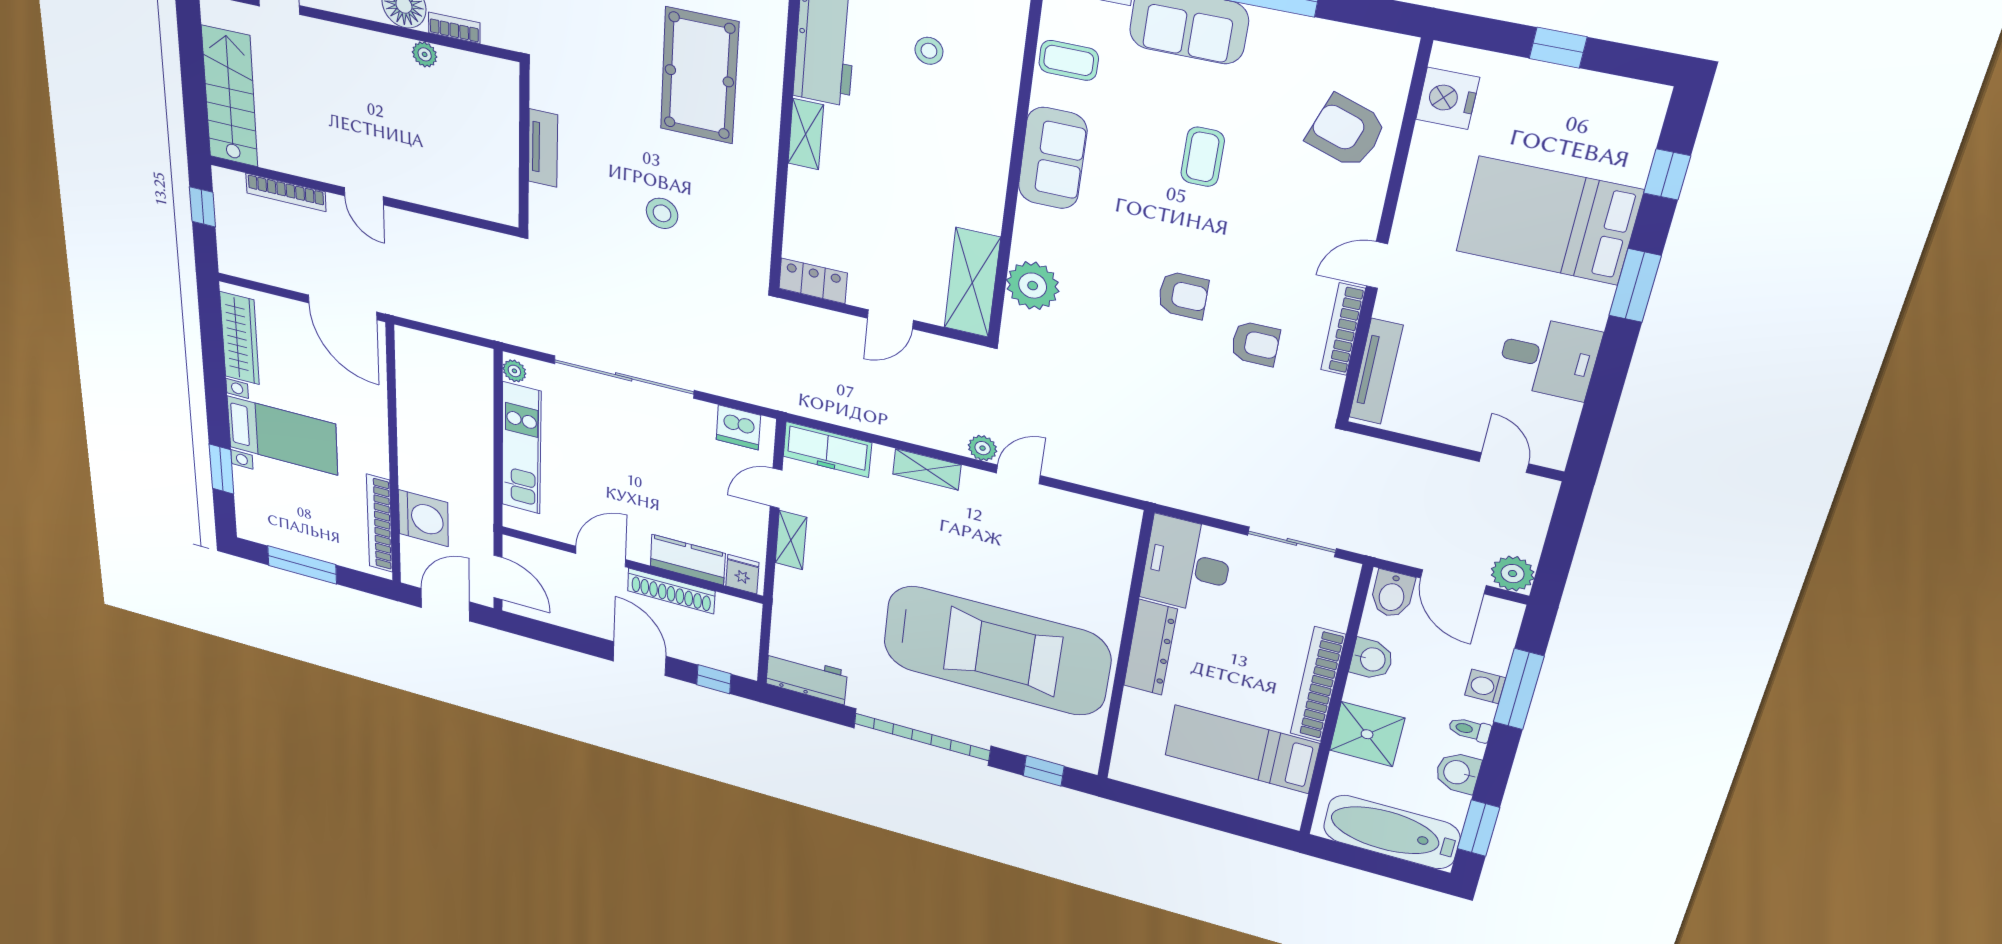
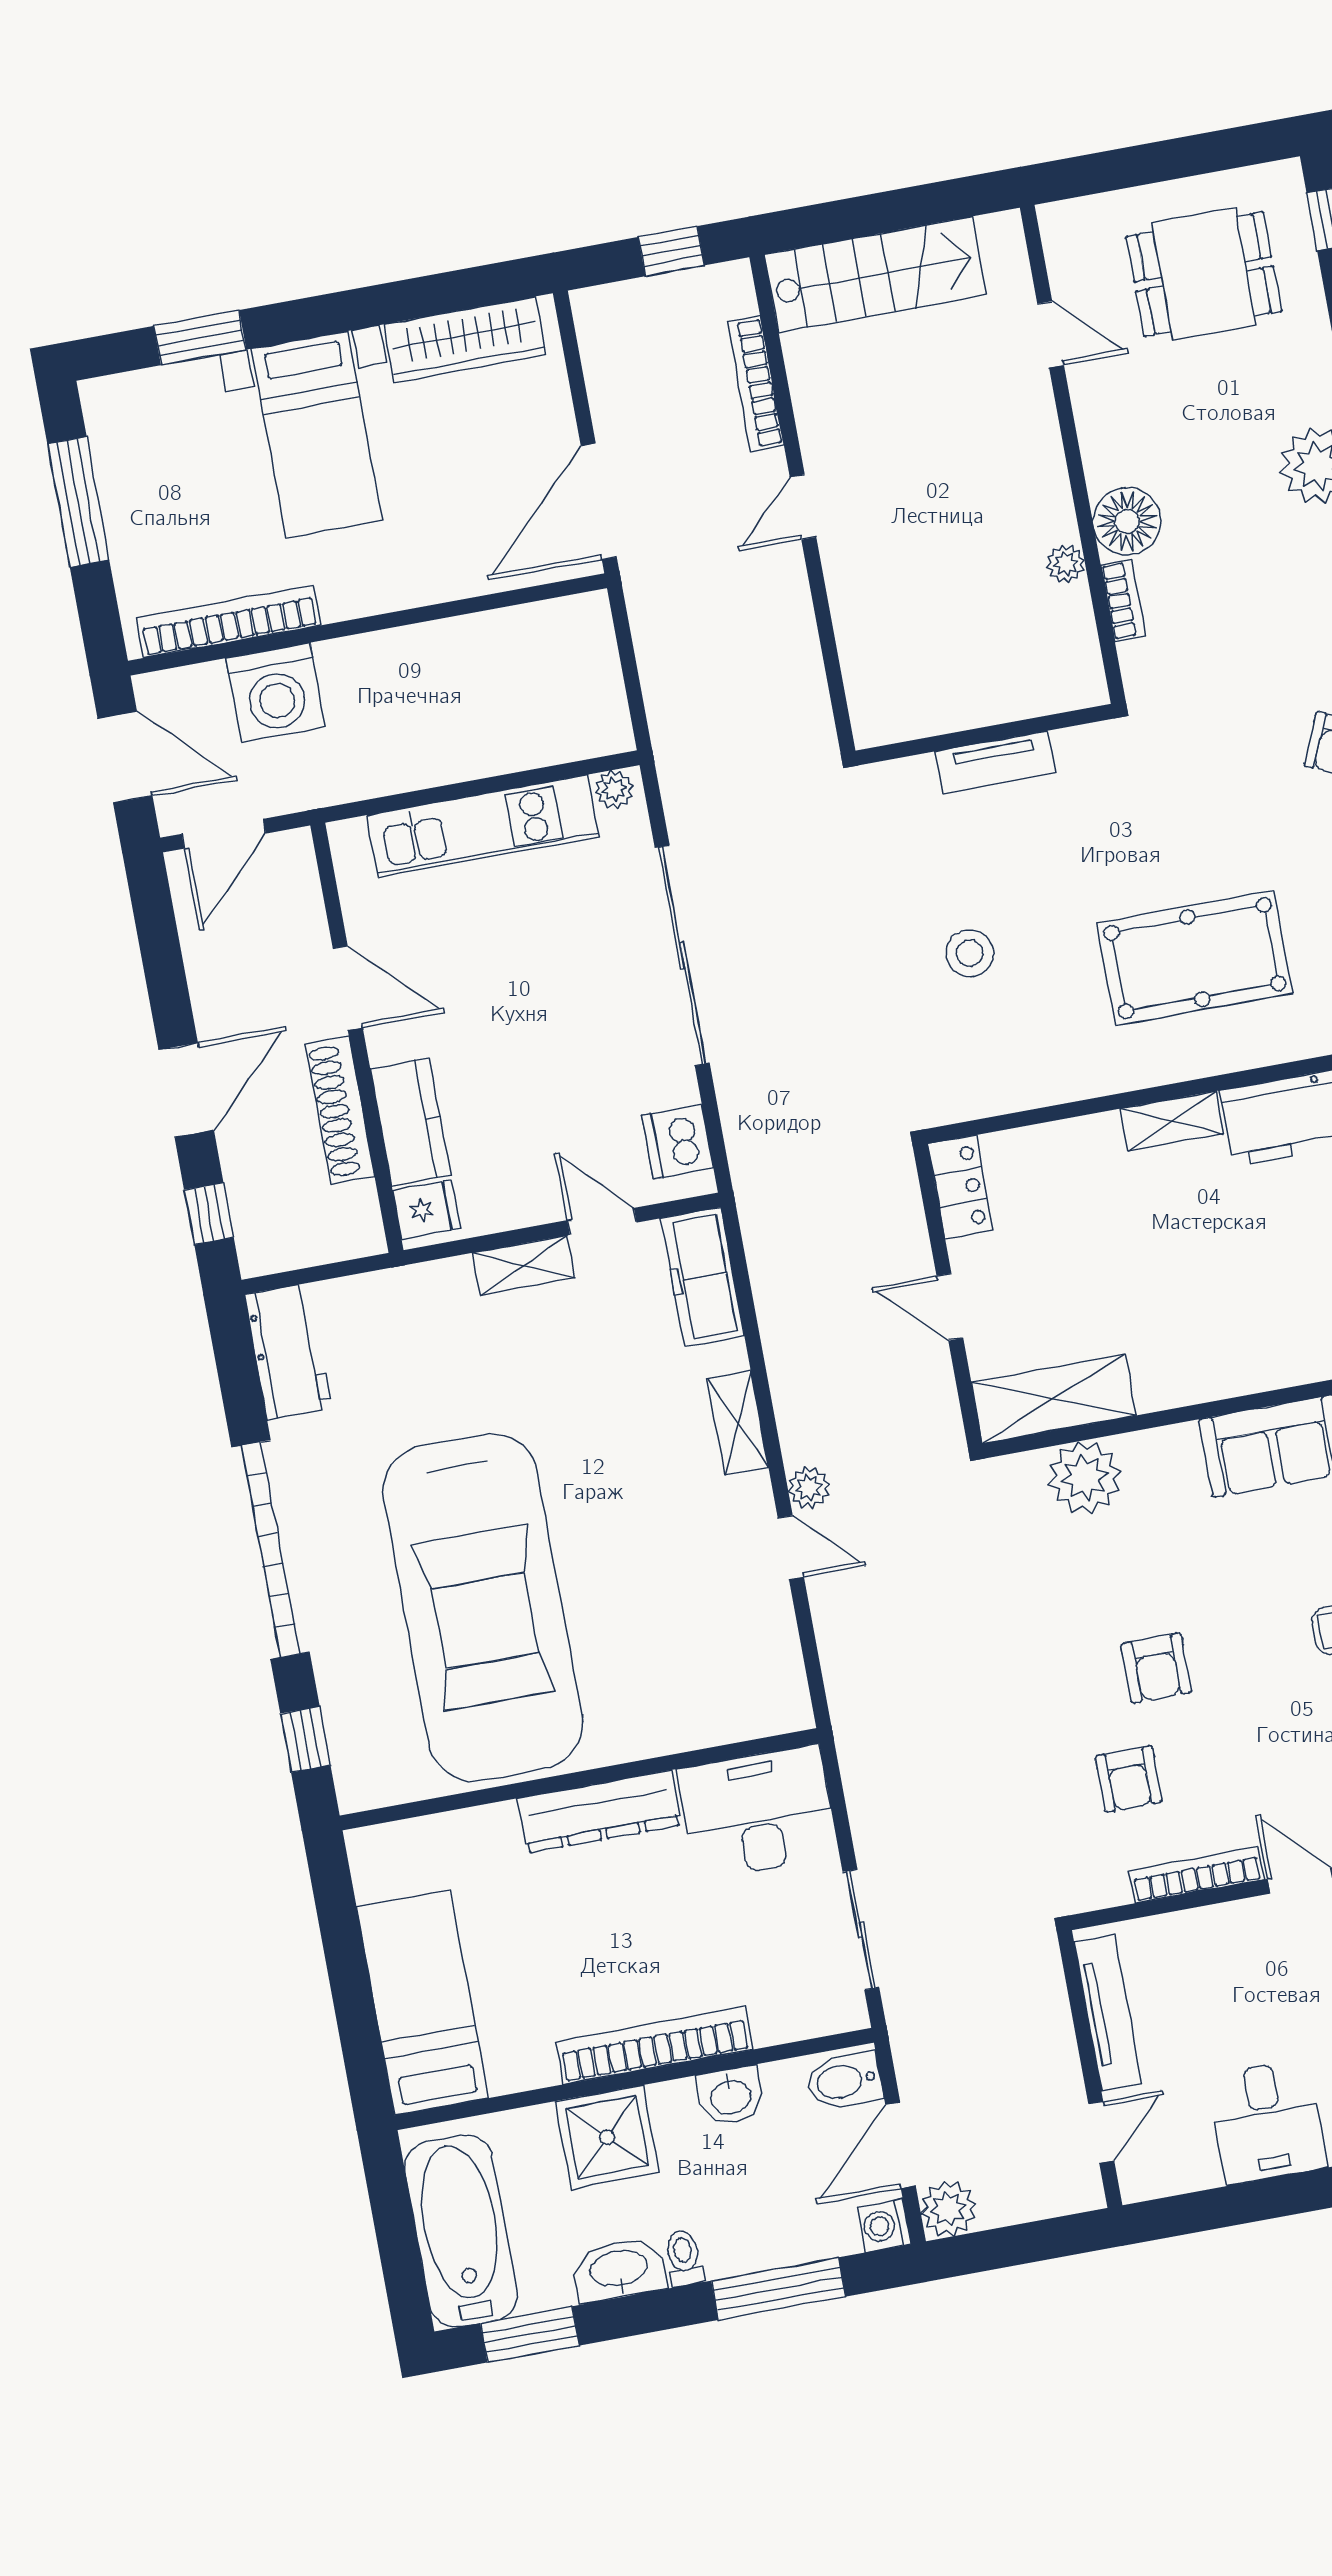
tv unit: (1376, 372) -> (1108, 2013), moved, turned -90
washing machine: (1485, 686) -> (884, 2226), moved, turned -90
bed: (1242, 749) -> (422, 2002), moved
washbasin: (1458, 773) -> (619, 2270), width x1.38

